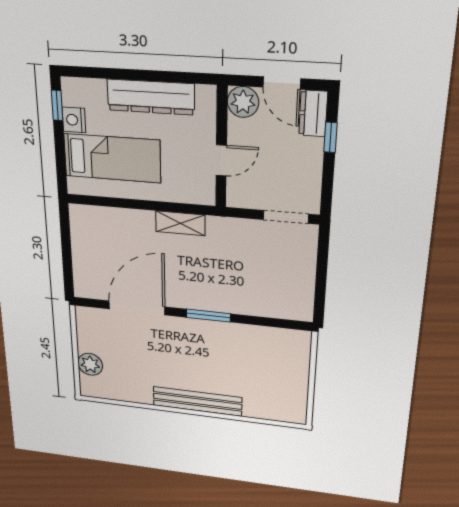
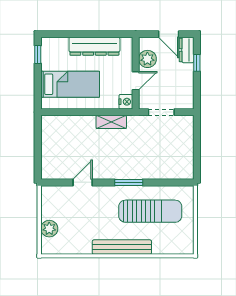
plant: (243, 102) -> (147, 59), moved
nightstand: (74, 120) -> (126, 102), moved, turned 180
doorway: (286, 217) -> (161, 112), moved
door: (137, 308) -> (83, 182), width x0.53
sun lounger: (241, 359) -> (150, 211), added

